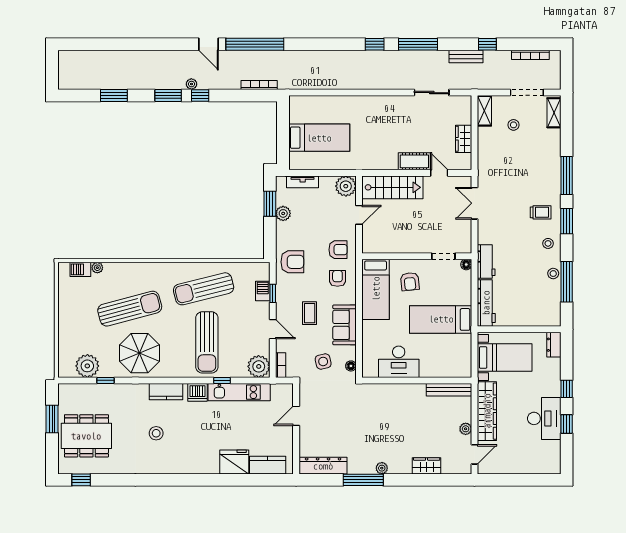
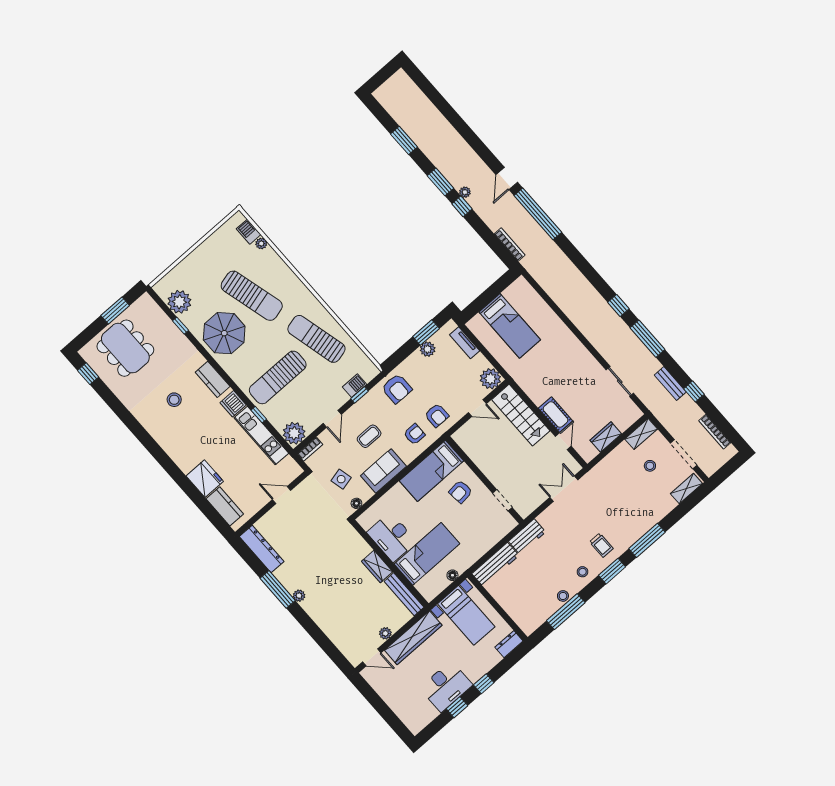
floor lamp: (466, 264) -> (452, 575), moved
bed: (441, 319) -> (427, 554), moved, turned 90
wardrobe: (427, 466) -> (377, 567), moved, turned 180

